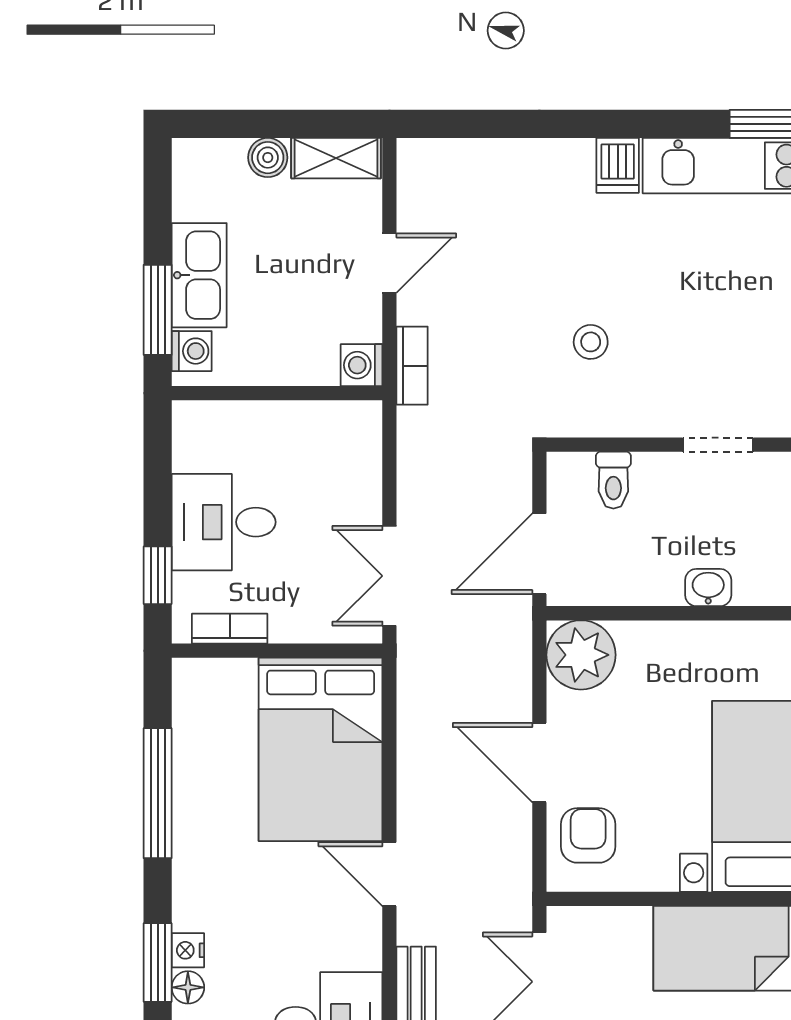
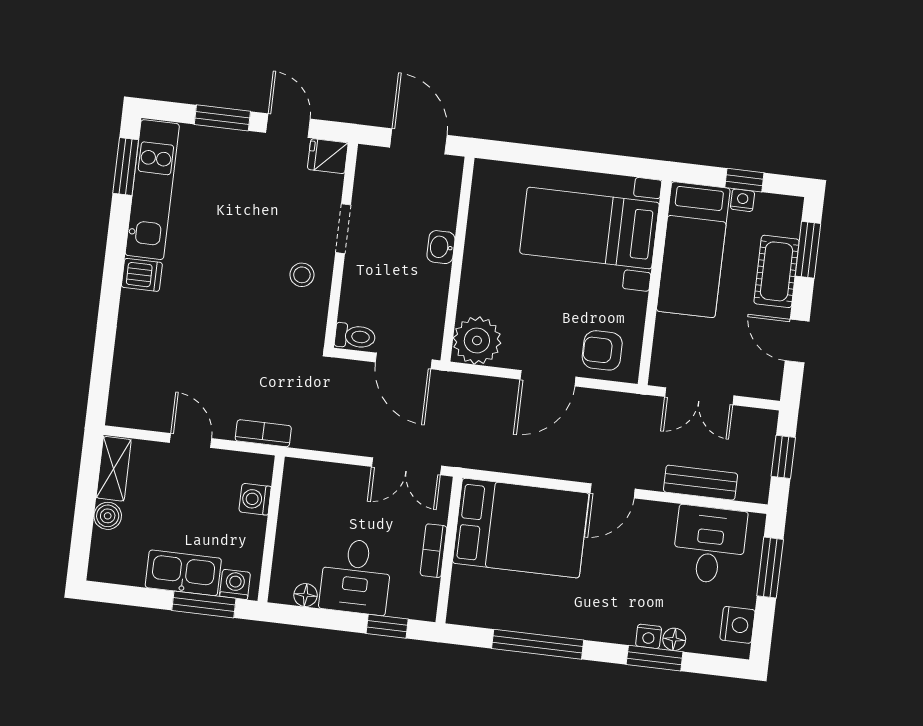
stool: (591, 342) -> (302, 275), moved
washing machine: (361, 365) -> (255, 499), moved, turned 90
floor lamp: (188, 454) -> (306, 595), added
toilet: (613, 480) -> (355, 336), moved
bookcase: (230, 629) -> (433, 551), moved

